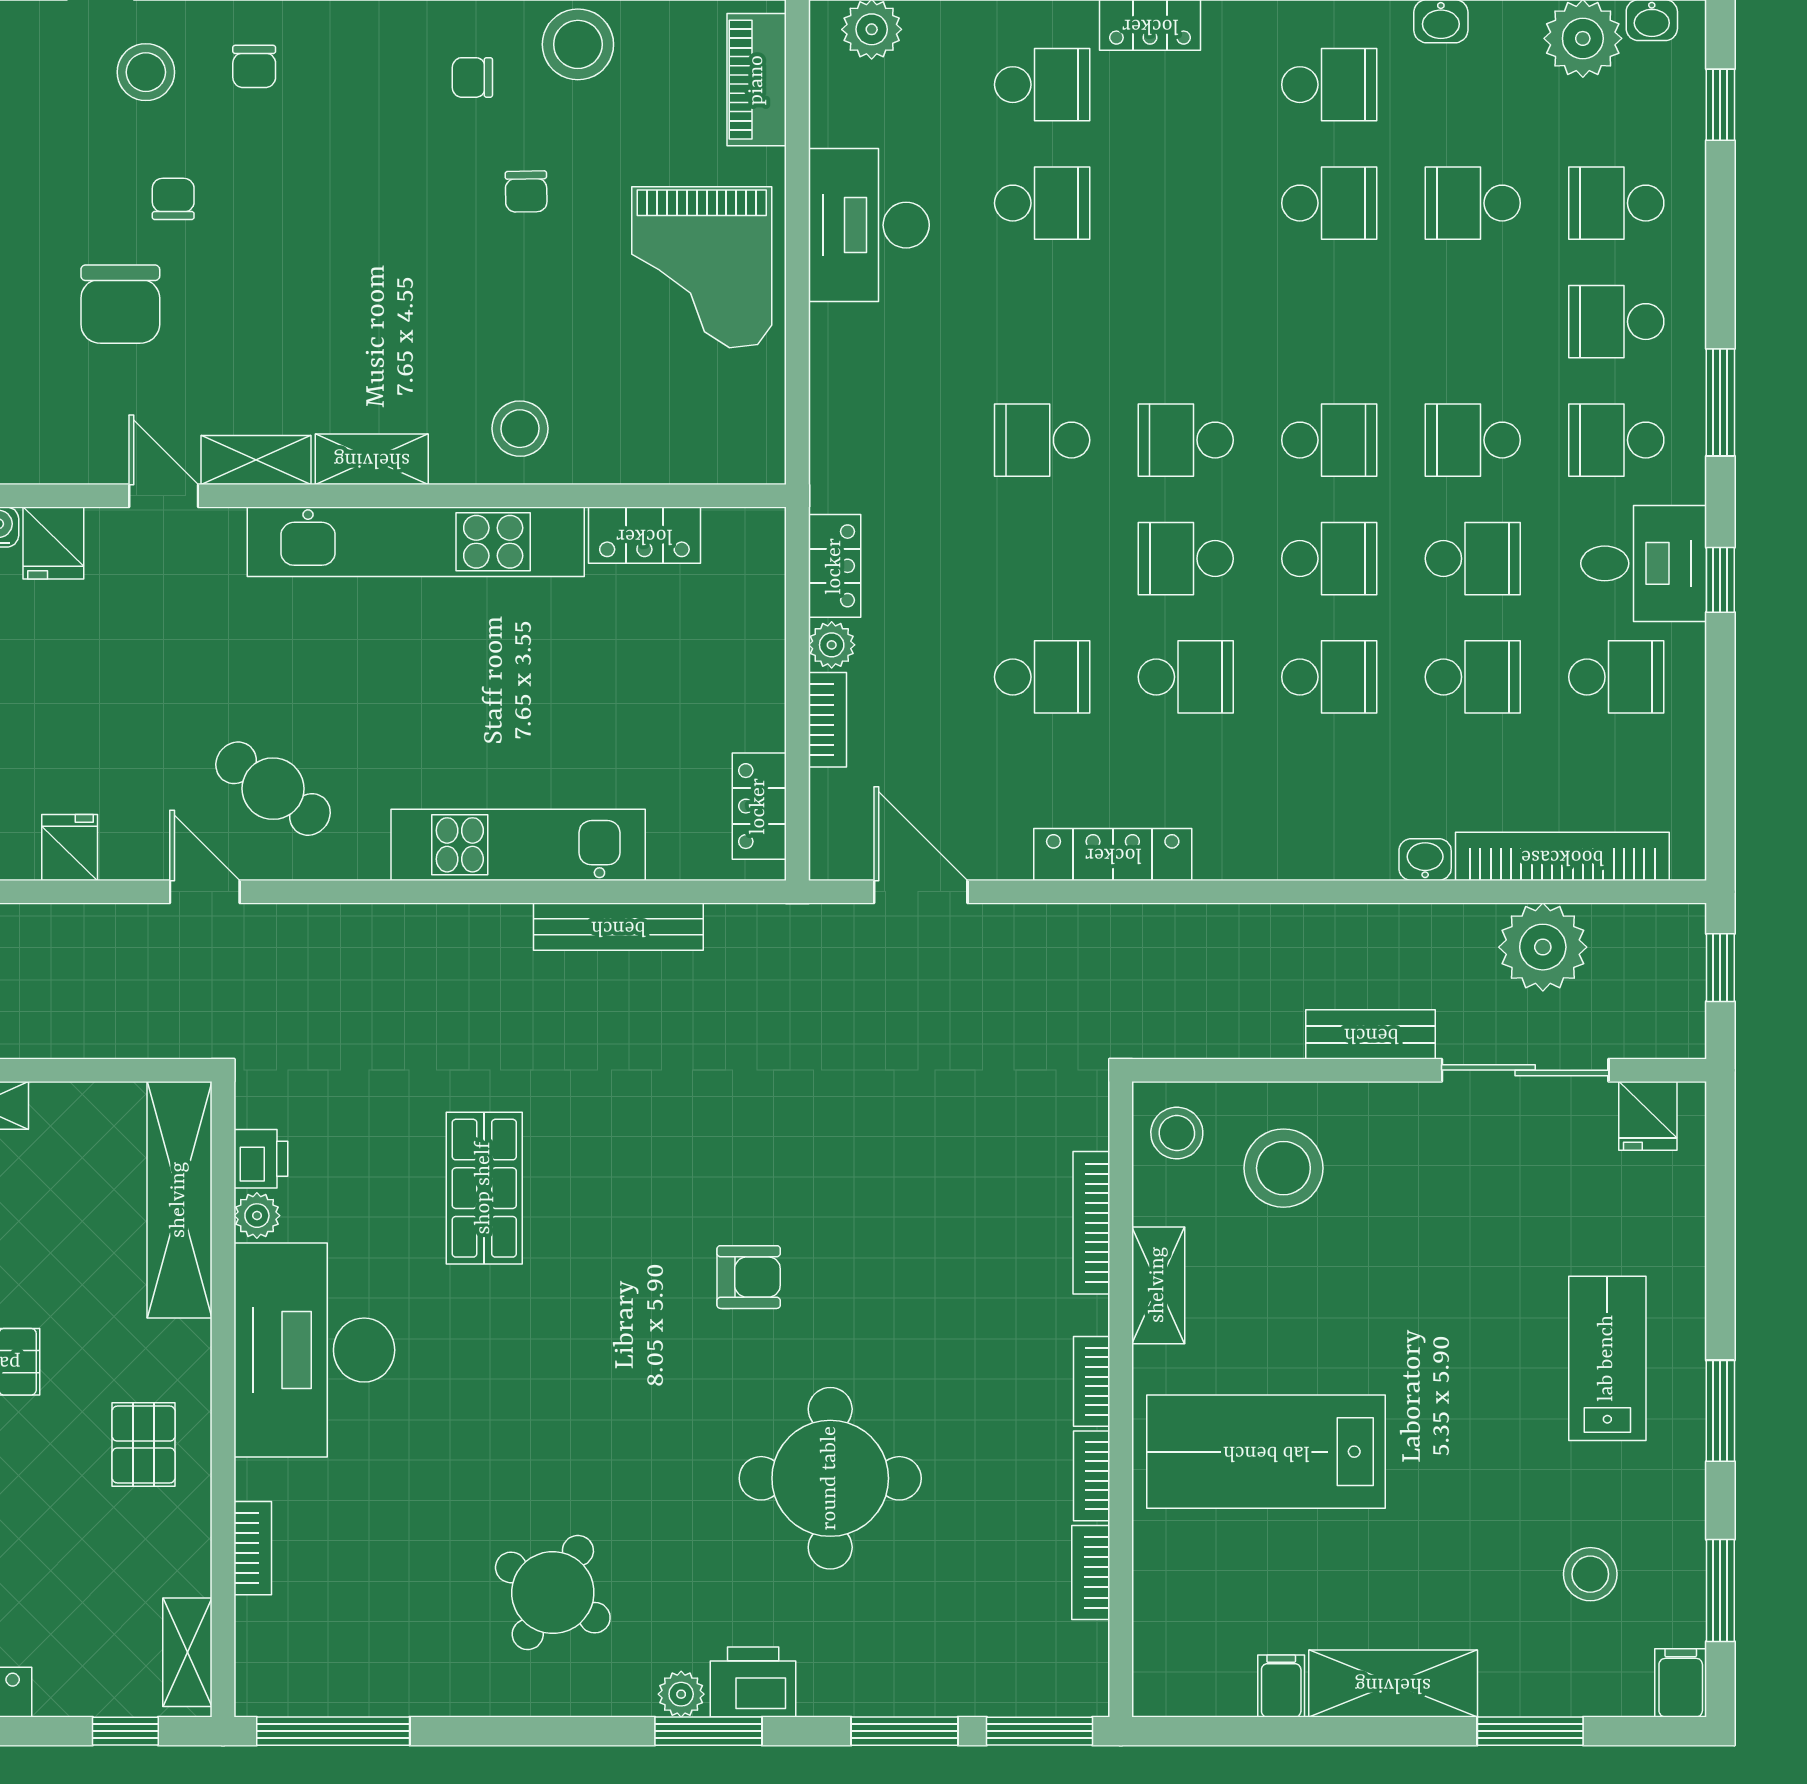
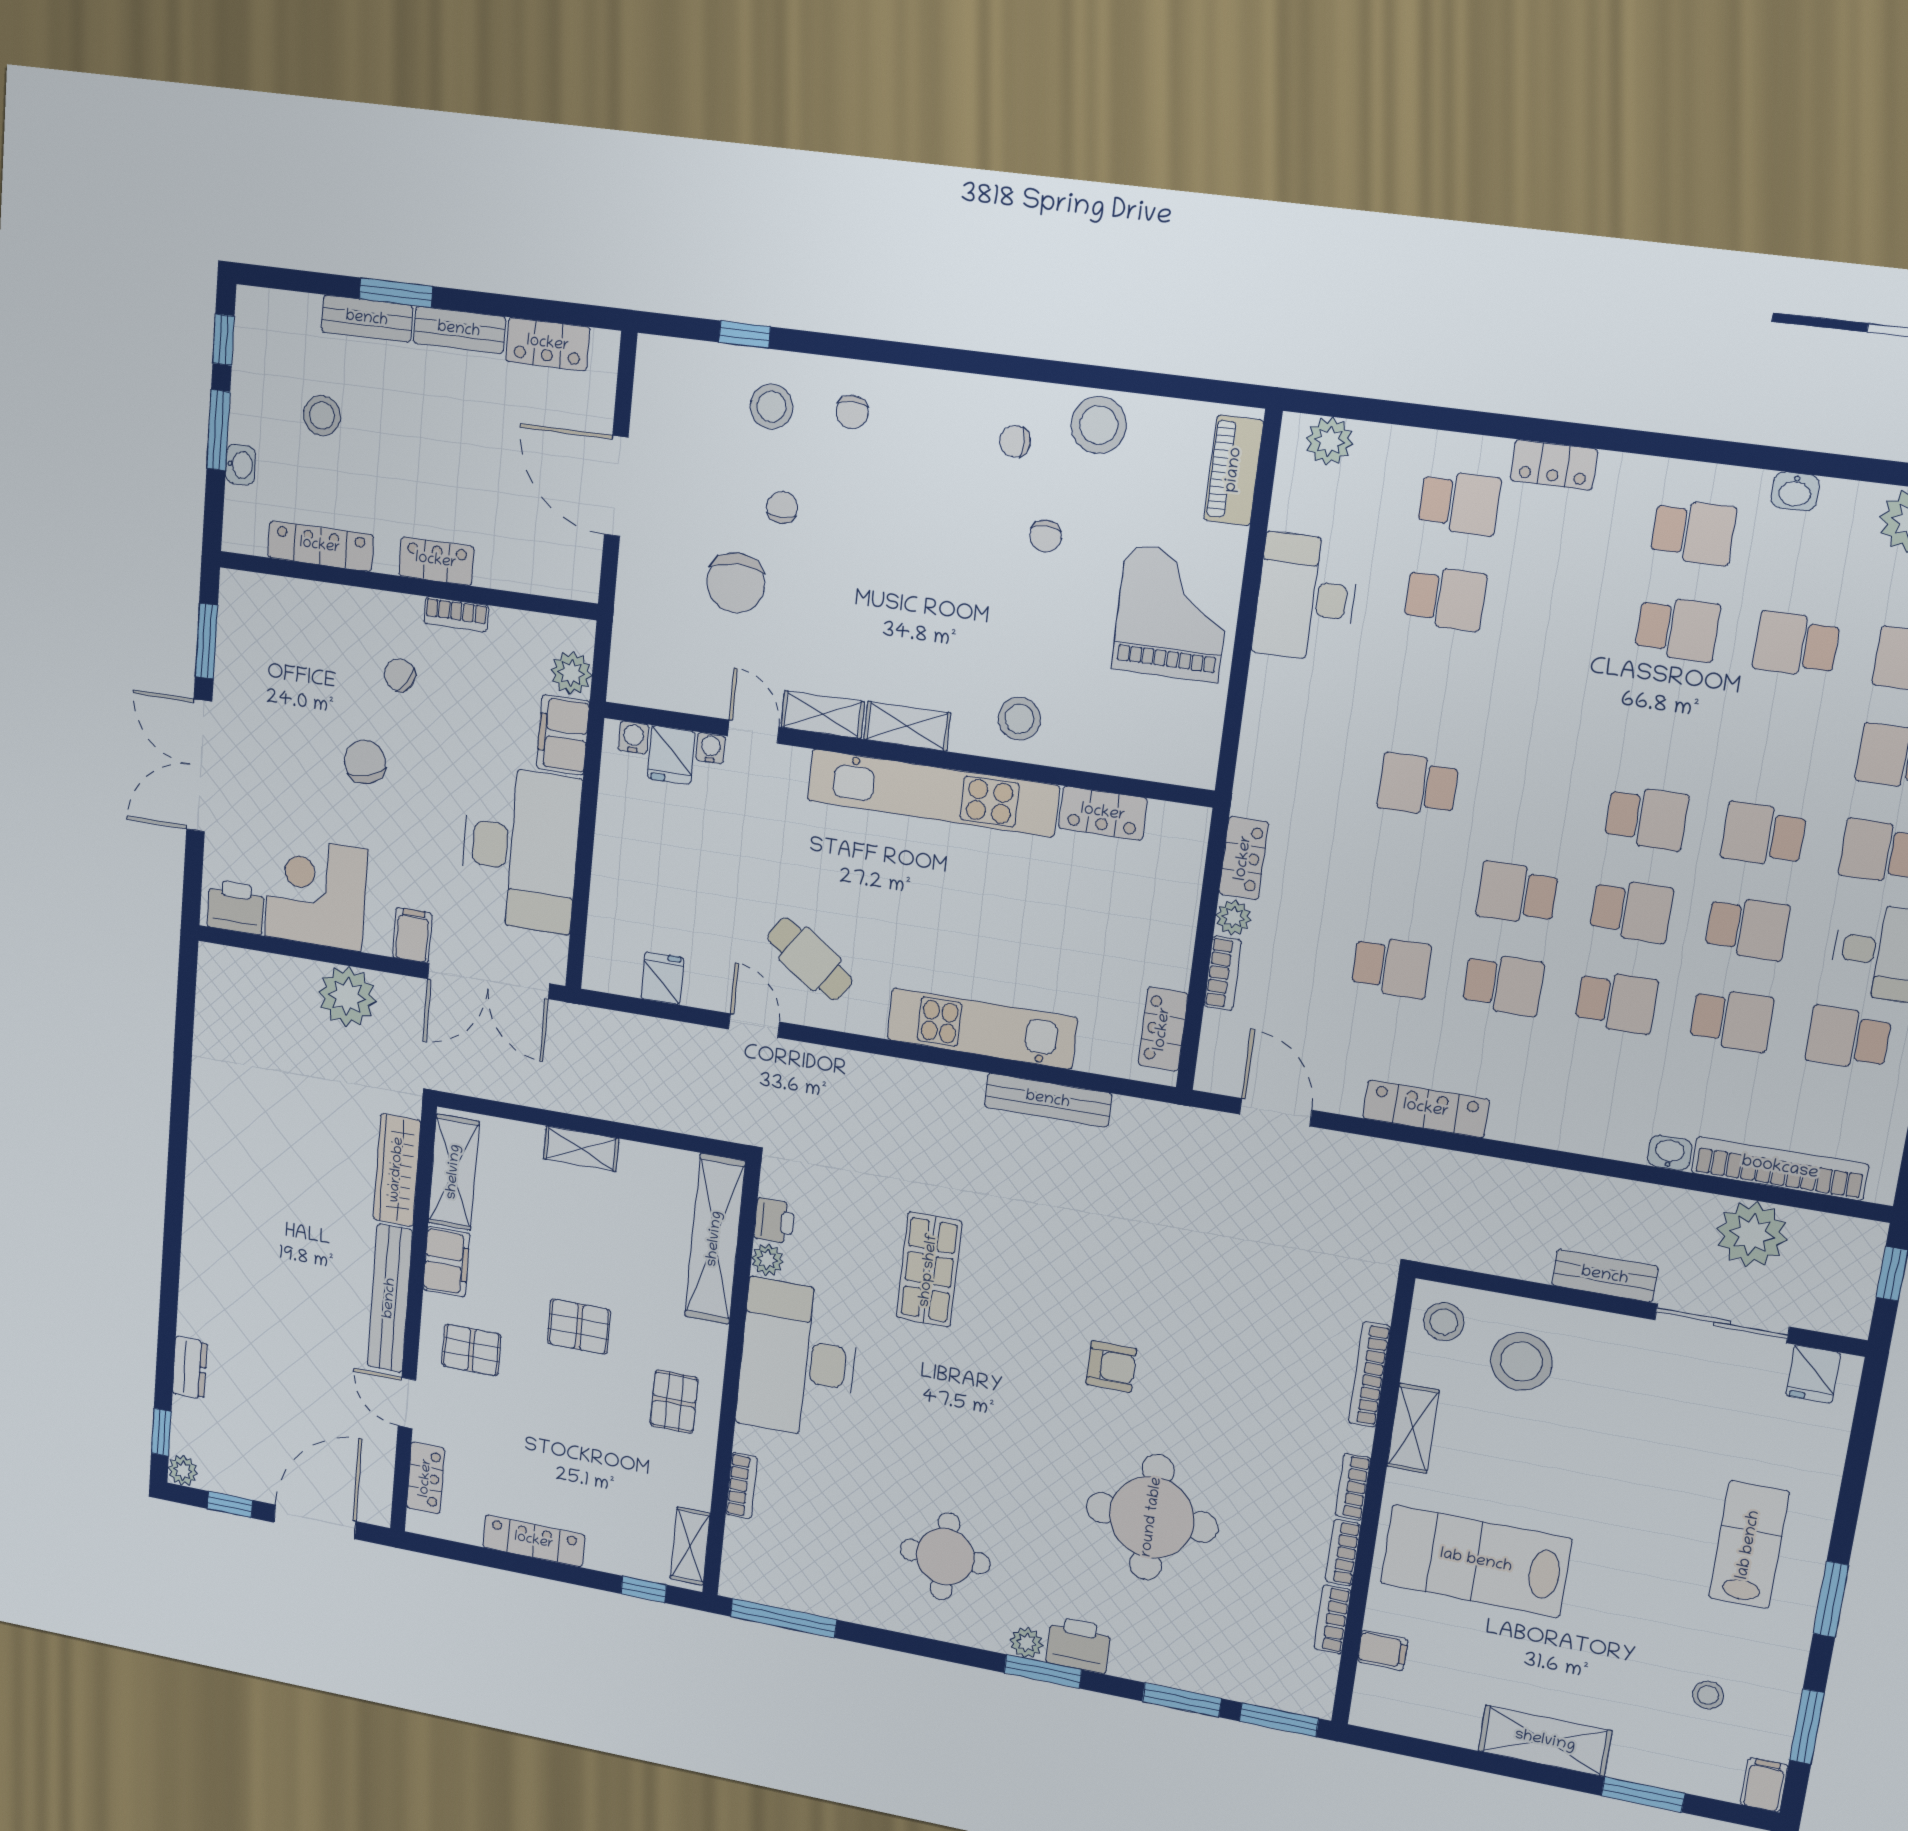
grand piano: (702, 267) -> (1172, 613), turned 180
school desk: (1186, 440) -> (1531, 801), removed
water cooler: (107, 526) -> (711, 748), added
school desk: (1616, 677) -> (1848, 1038), turned 180
stool: (1590, 1574) -> (1708, 1695), width x0.73, depth x0.73
round table: (553, 1593) -> (945, 1556), turned -31
filing cabinet: (1281, 1686) -> (1383, 1650), moved, turned 90

